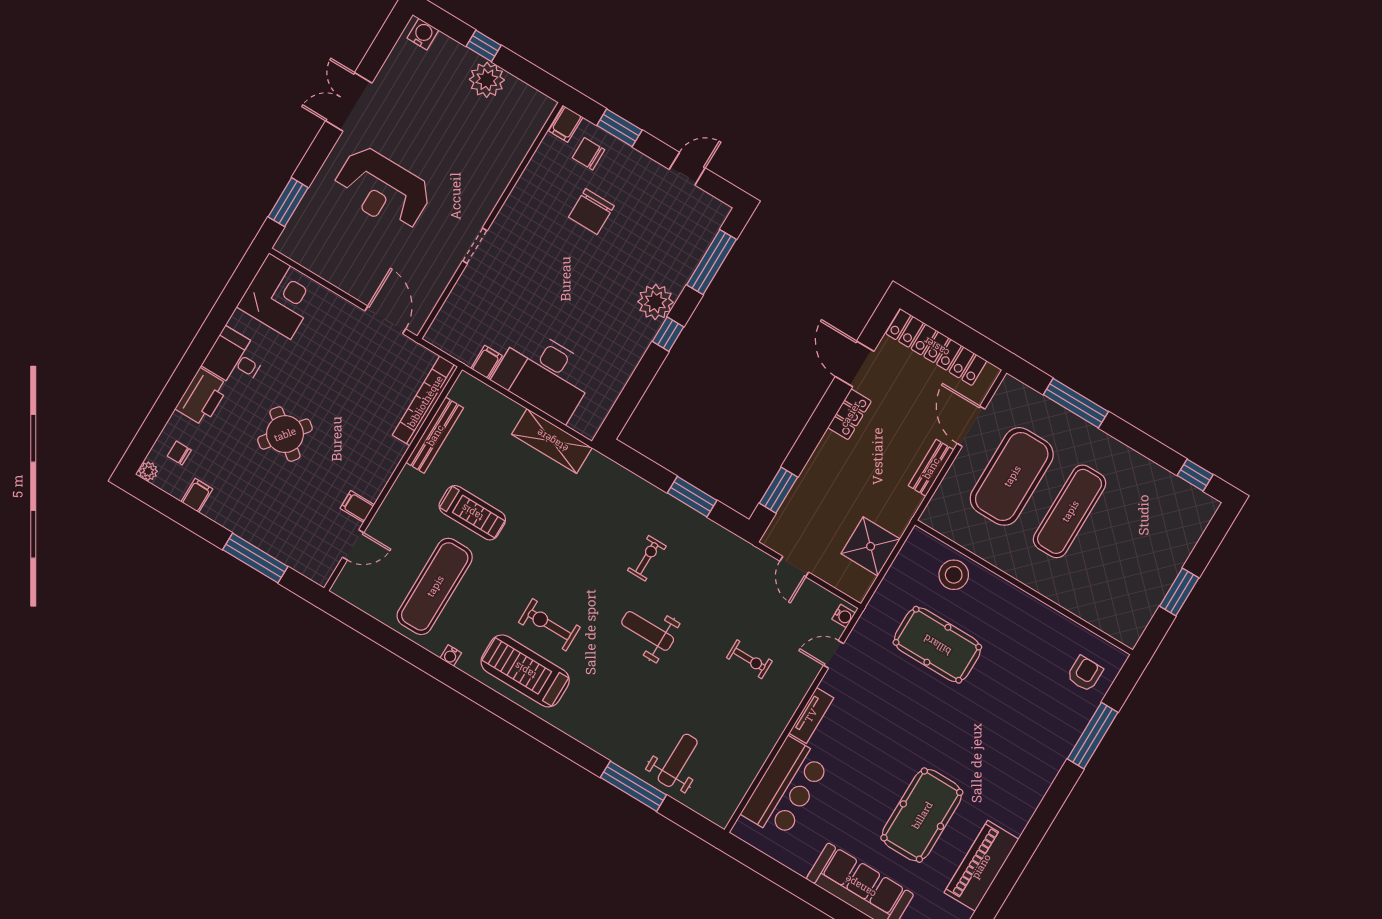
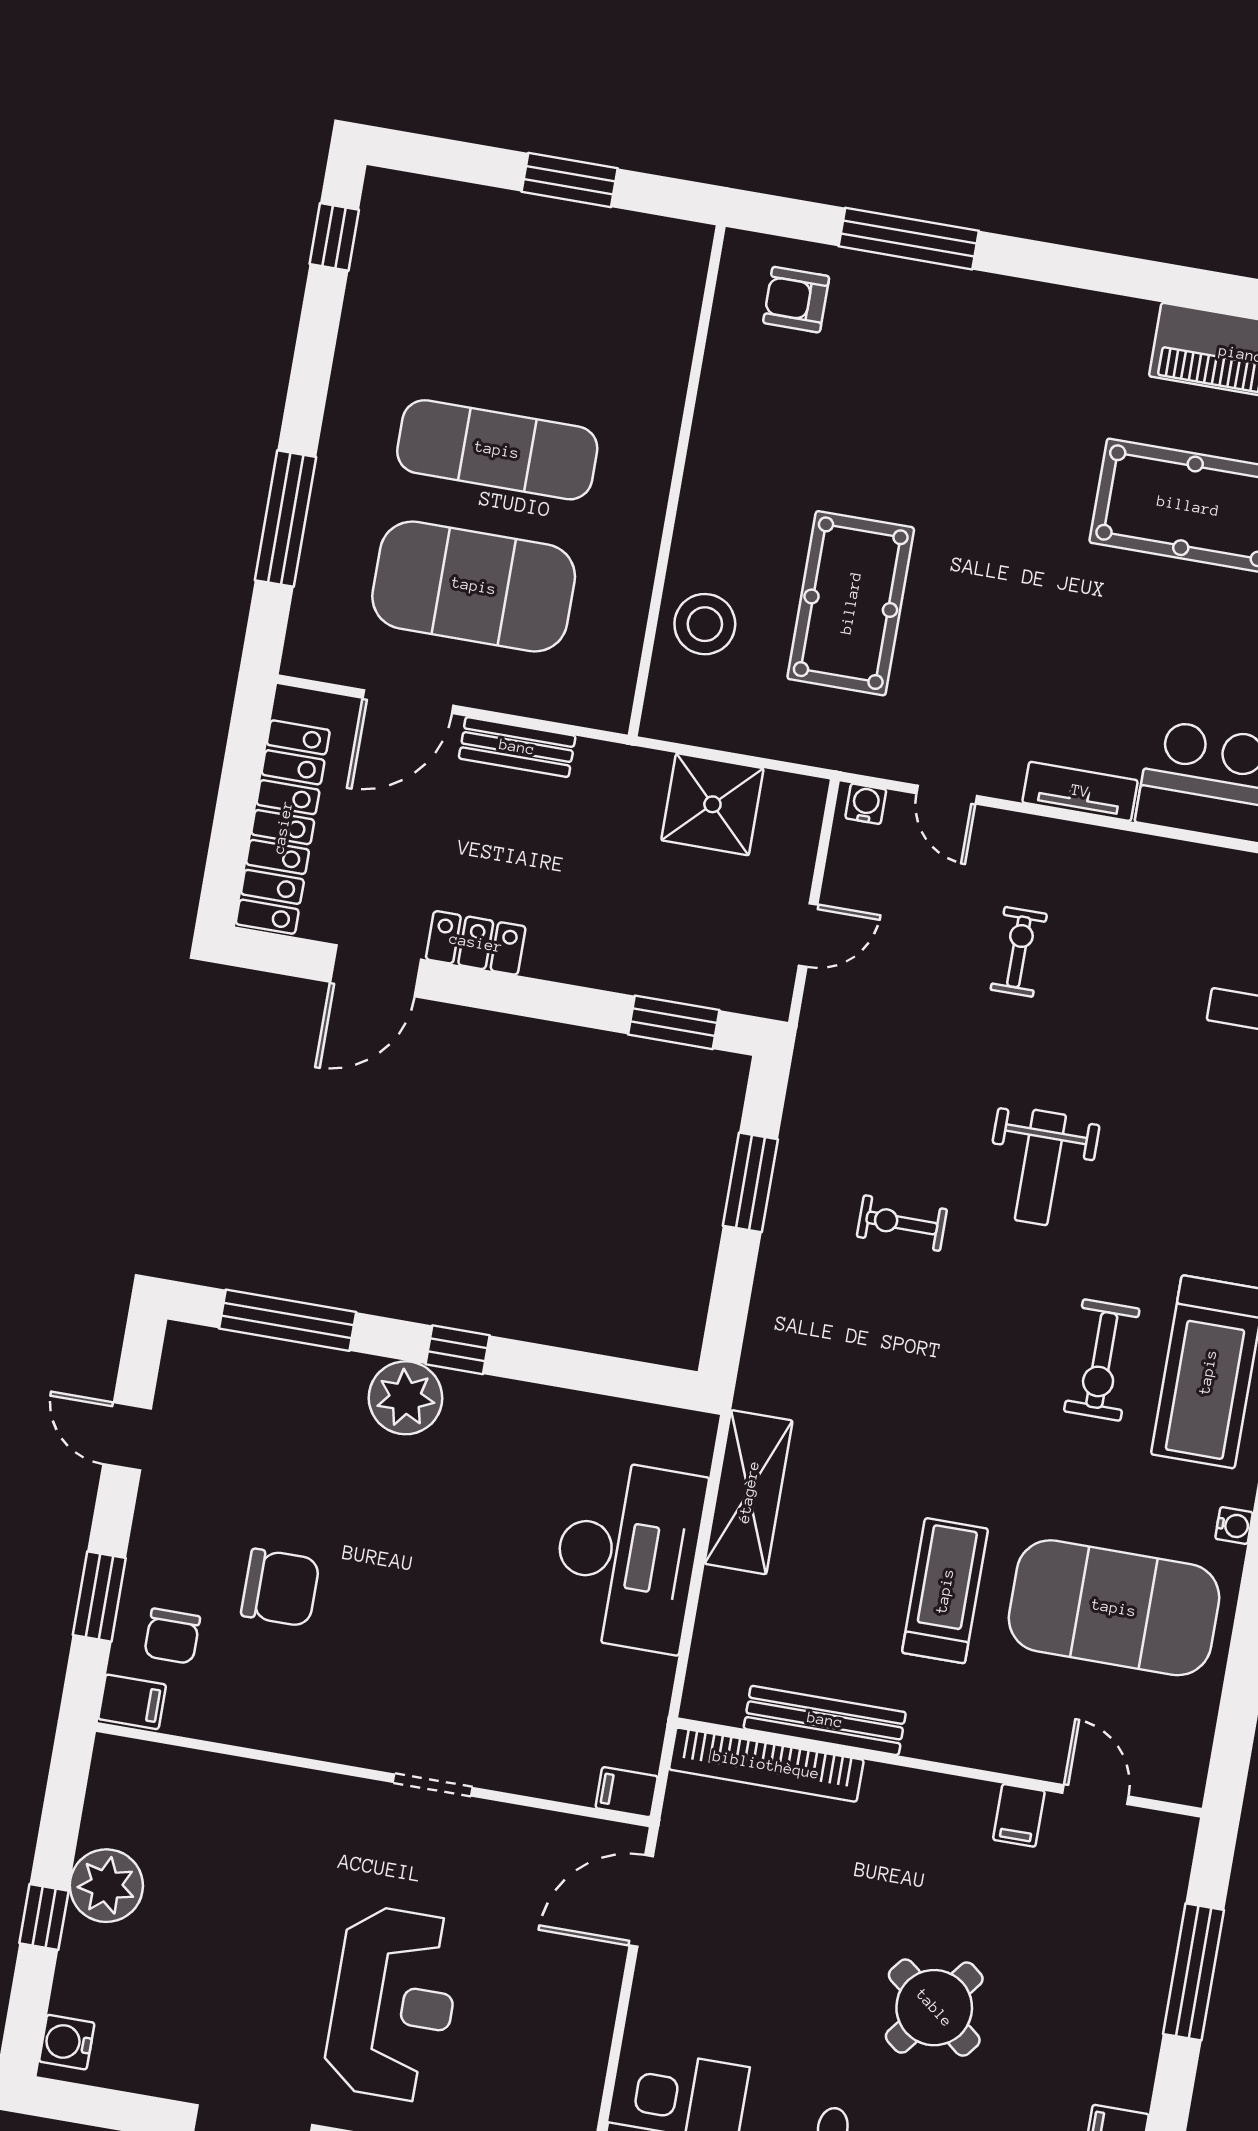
filing cabinet: (486, 362) -> (627, 1792), moved
exercise mat: (435, 586) -> (1114, 1608), width x1.47

